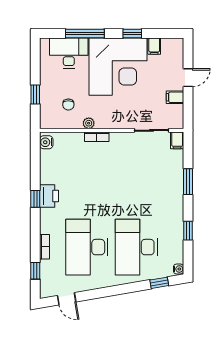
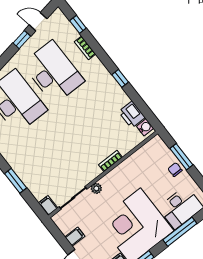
window: (35, 95) -> (181, 157), width x1.50
chair: (68, 105) -> (175, 170), moved
plant: (89, 123) -> (96, 188), moved
printer: (49, 196) -> (132, 115), moved
window: (92, 294) -> (22, 40), added

